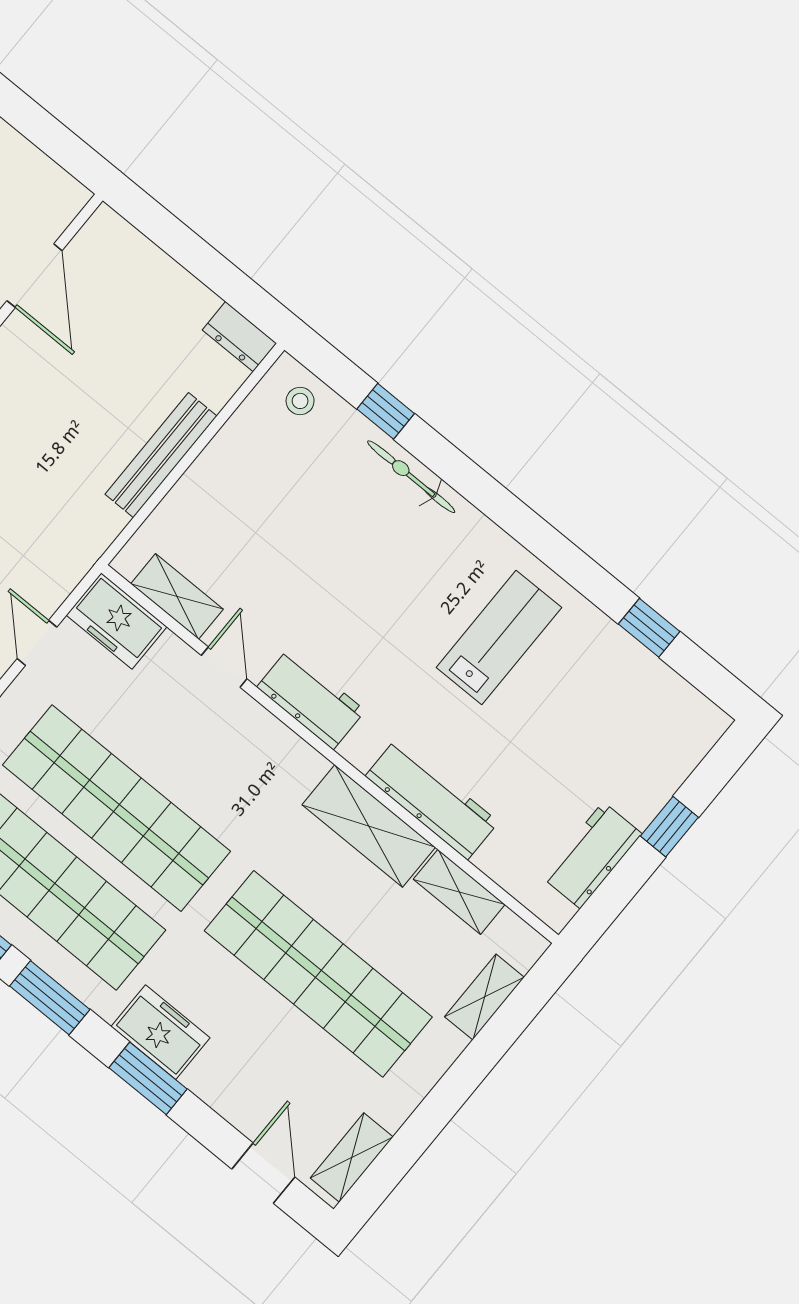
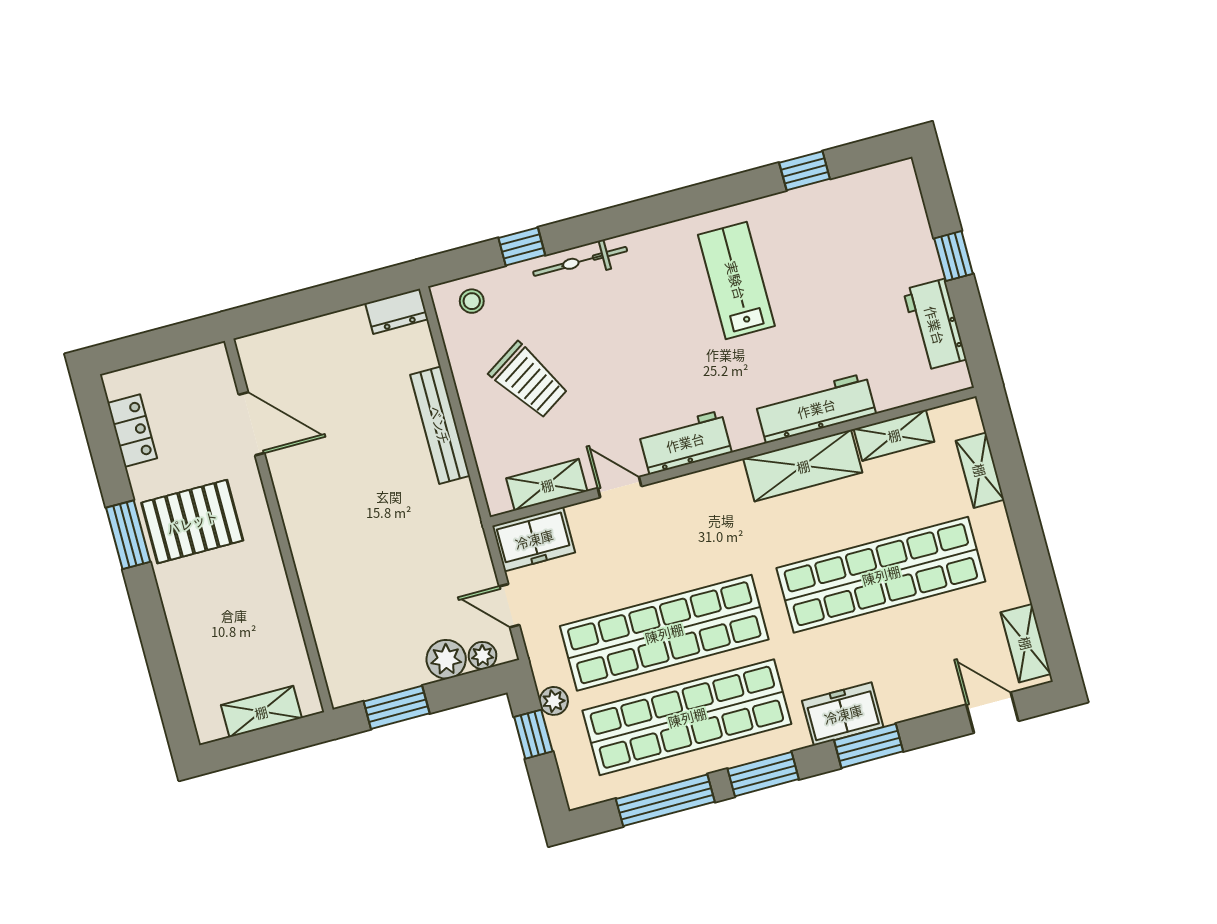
trolley: (264, 509) -> (529, 380), added

